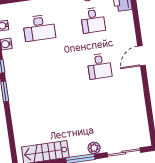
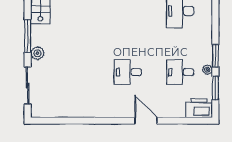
door: (141, 56) -> (146, 121), moved

